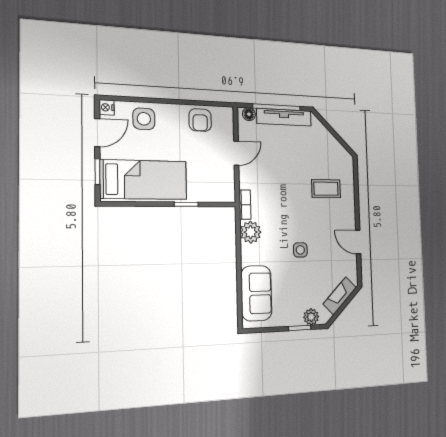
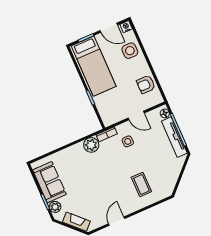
side table: (300, 250) -> (128, 141), moved
sofa: (256, 293) -> (49, 182), moved, turned -90

